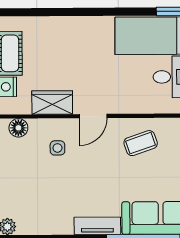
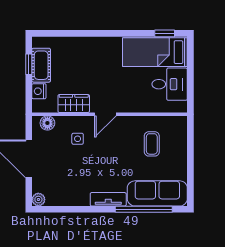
coffee table: (141, 143) -> (152, 144), moved, turned -71

